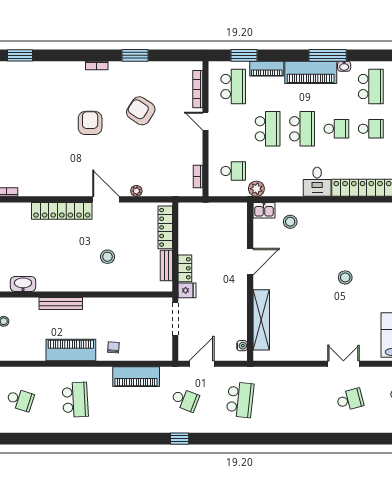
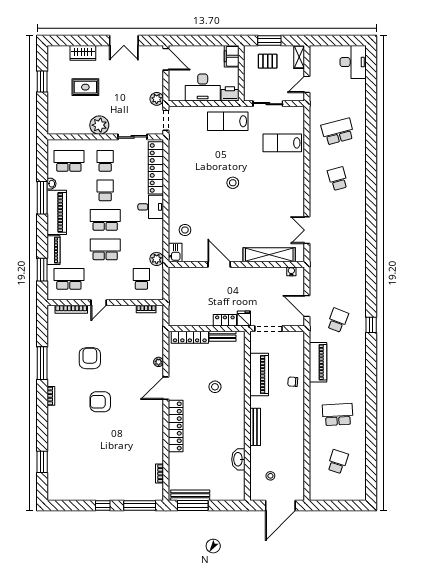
window: (135, 55) -> (42, 363), width x1.44
armchair: (141, 111) -> (90, 358), turned 147
piano: (71, 350) -> (259, 374), moved, turned 180
double door: (343, 364) -> (307, 230), moved
school desk: (240, 400) -> (338, 273), removed

